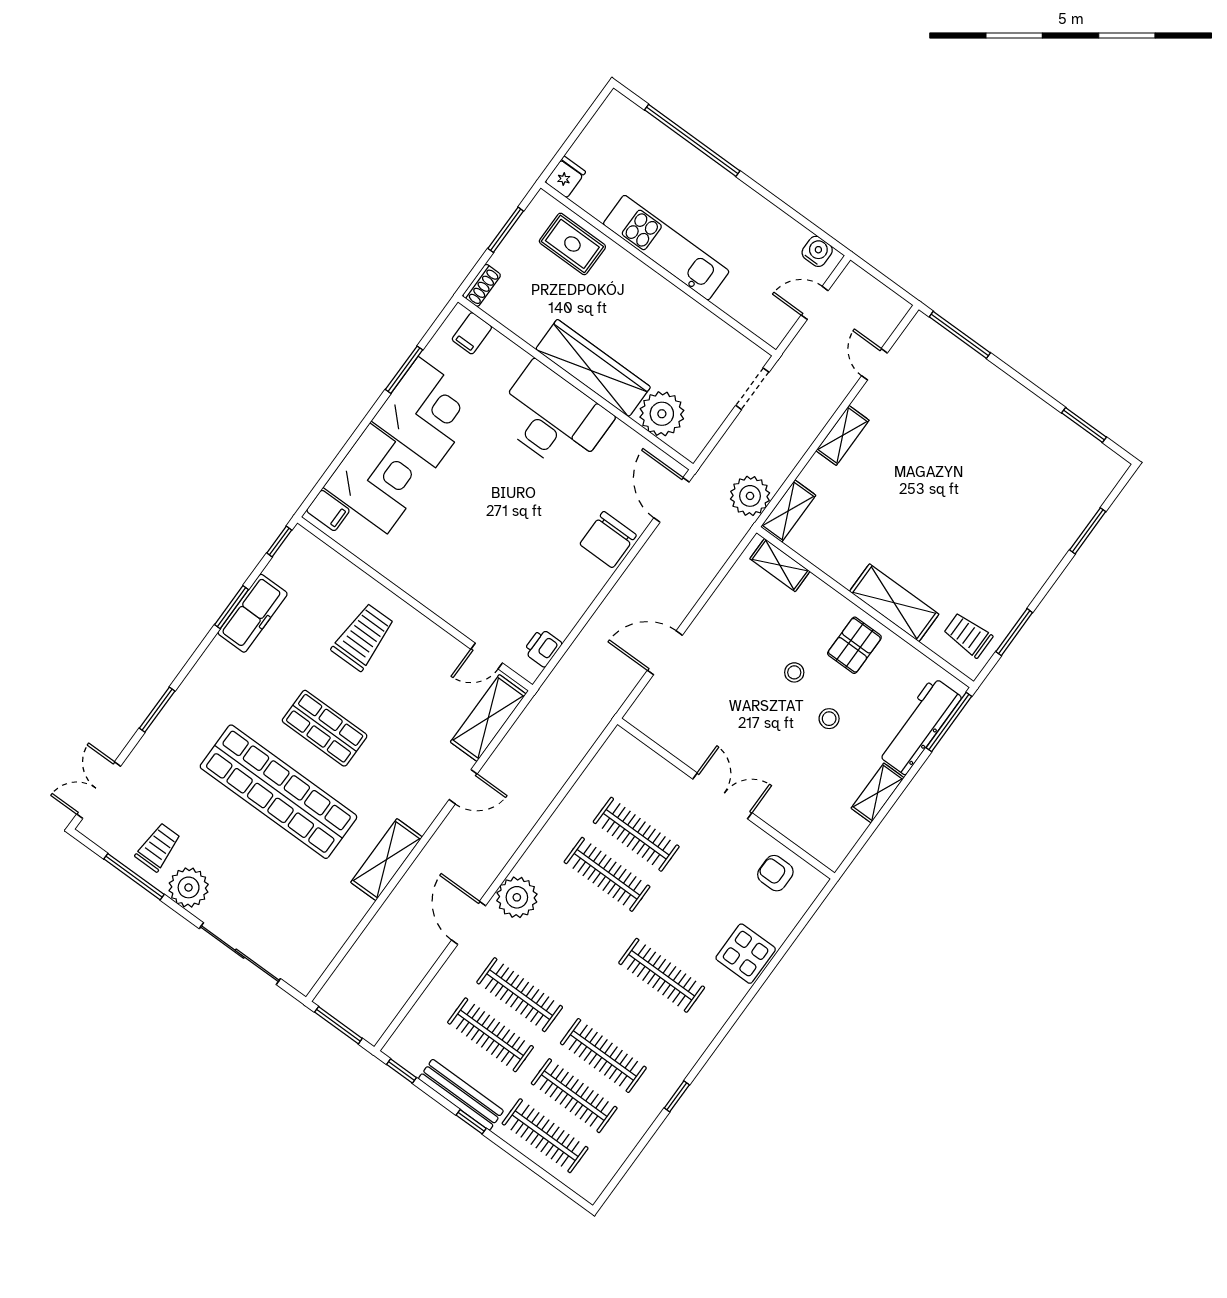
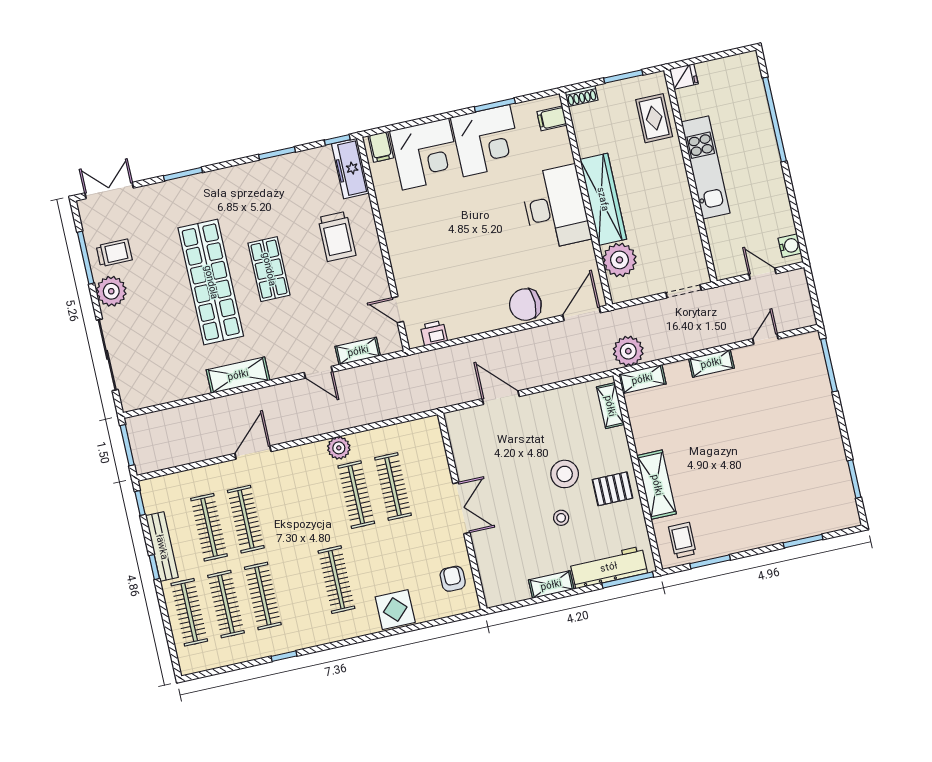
freezer: (253, 613) -> (350, 169), moved, turned 90
trolley: (363, 637) -> (337, 236), turned 90
stool: (794, 672) -> (565, 474), width x1.89, depth x1.89
shelving: (488, 718) -> (358, 351), width x0.67, depth x0.75
plant: (517, 897) -> (339, 448), moved, width x0.73, depth x0.73

